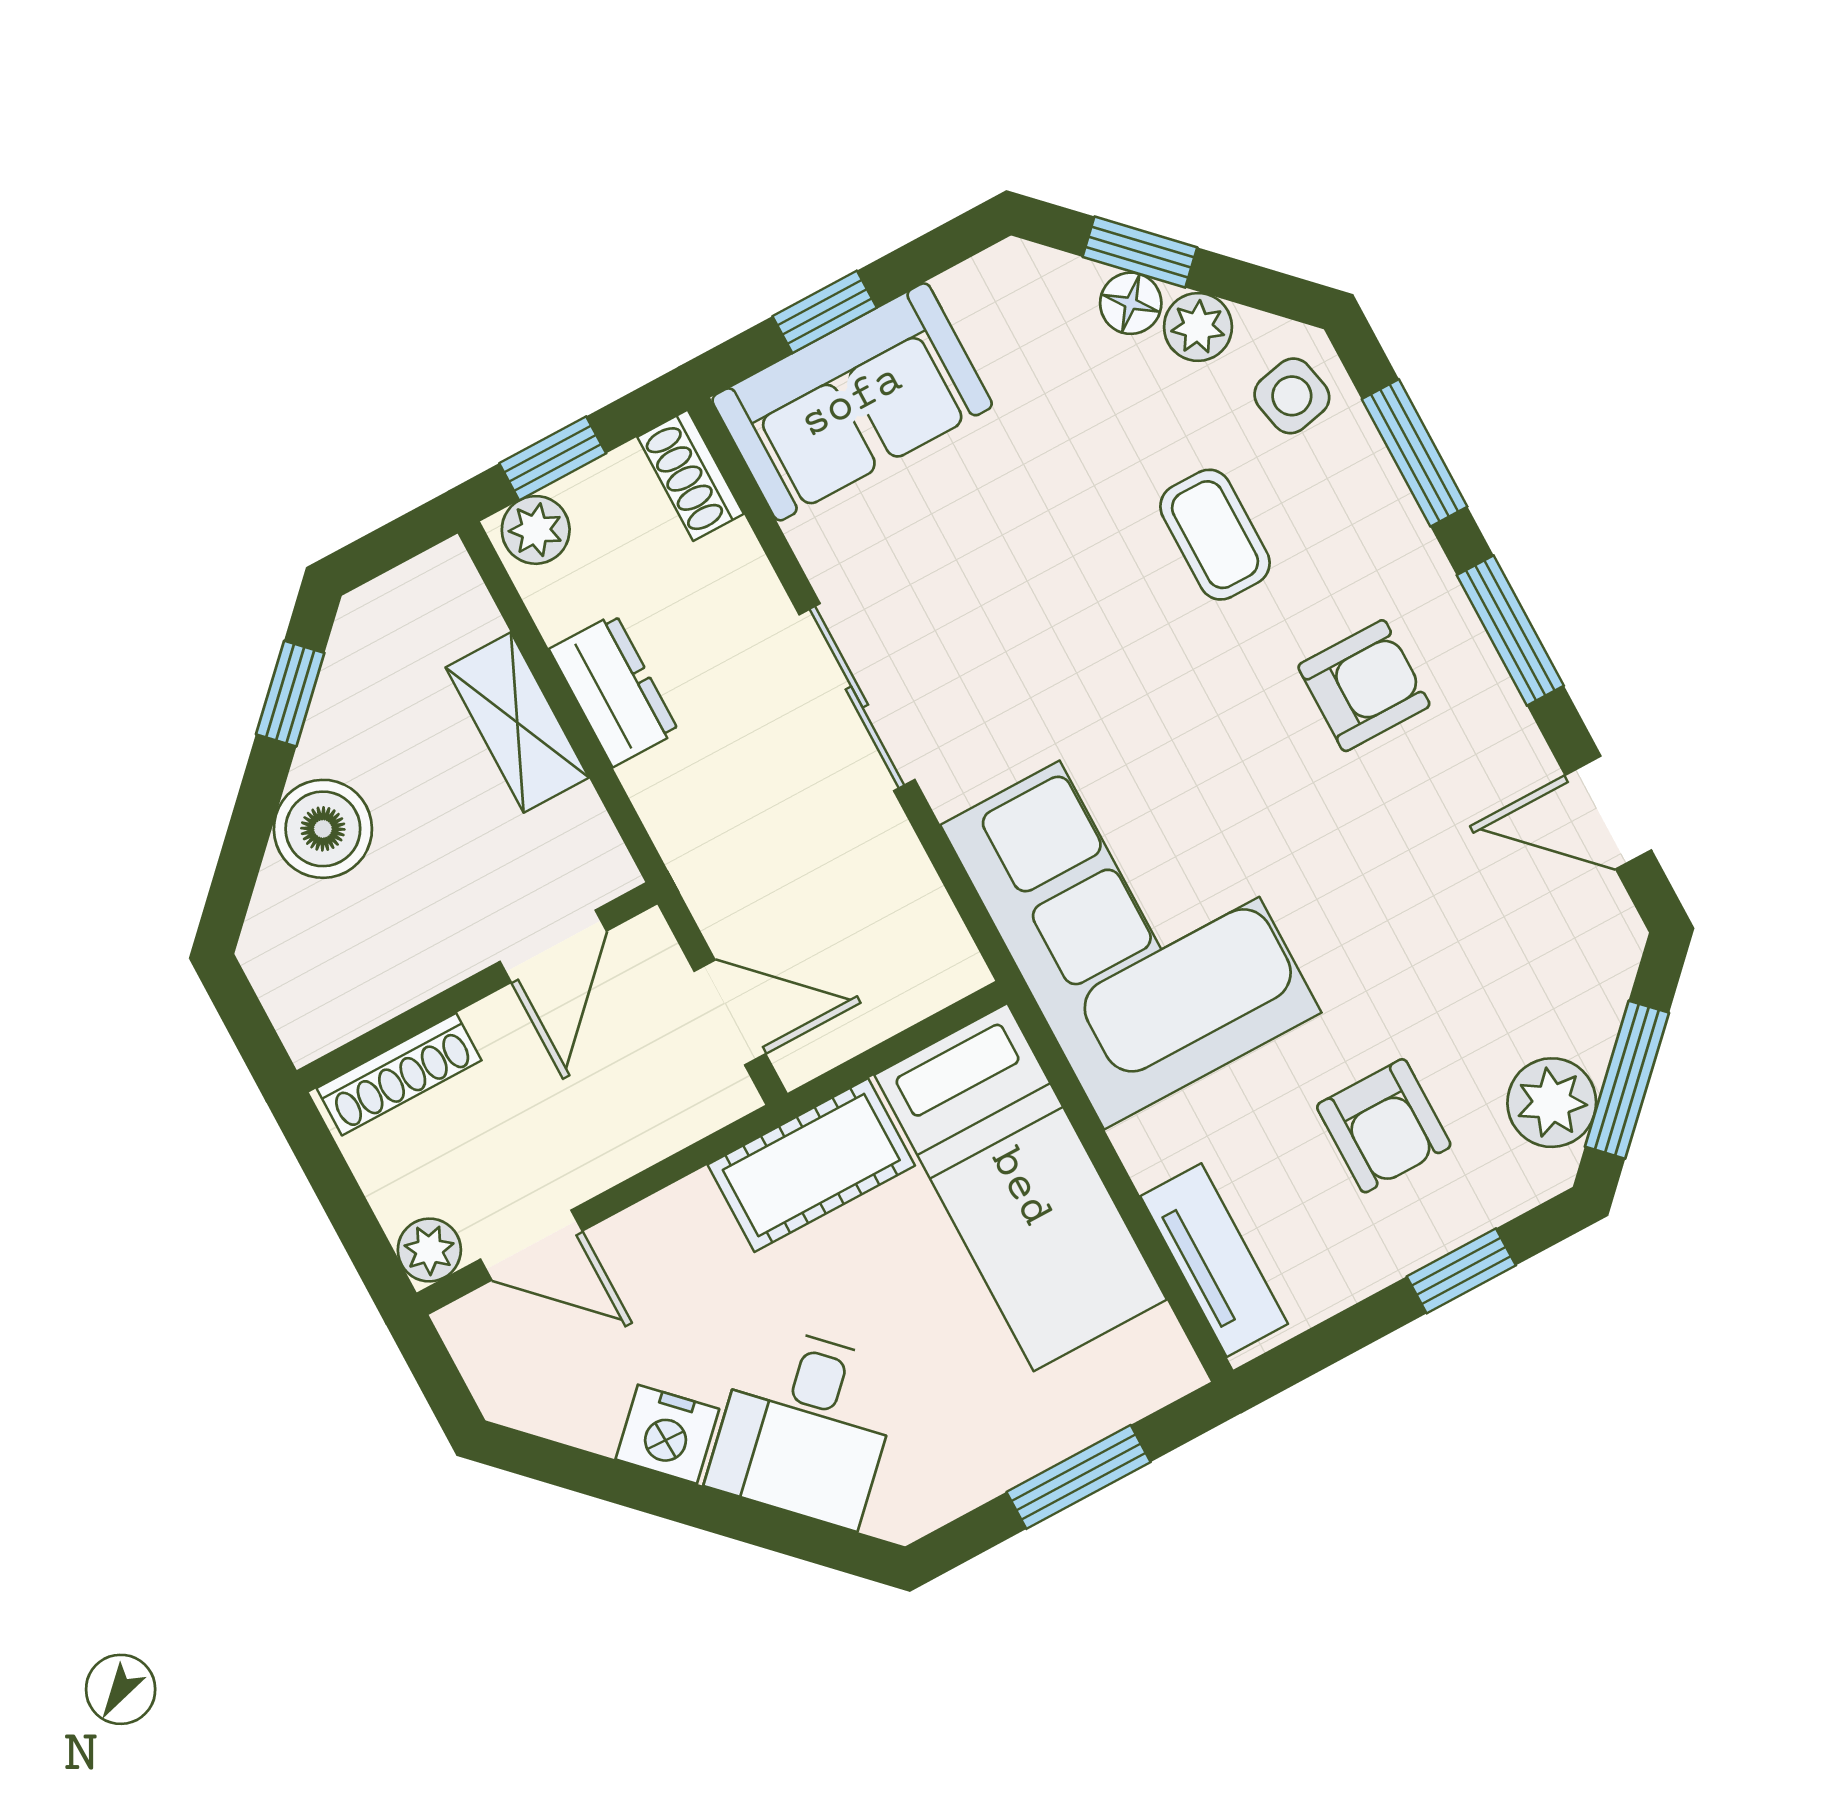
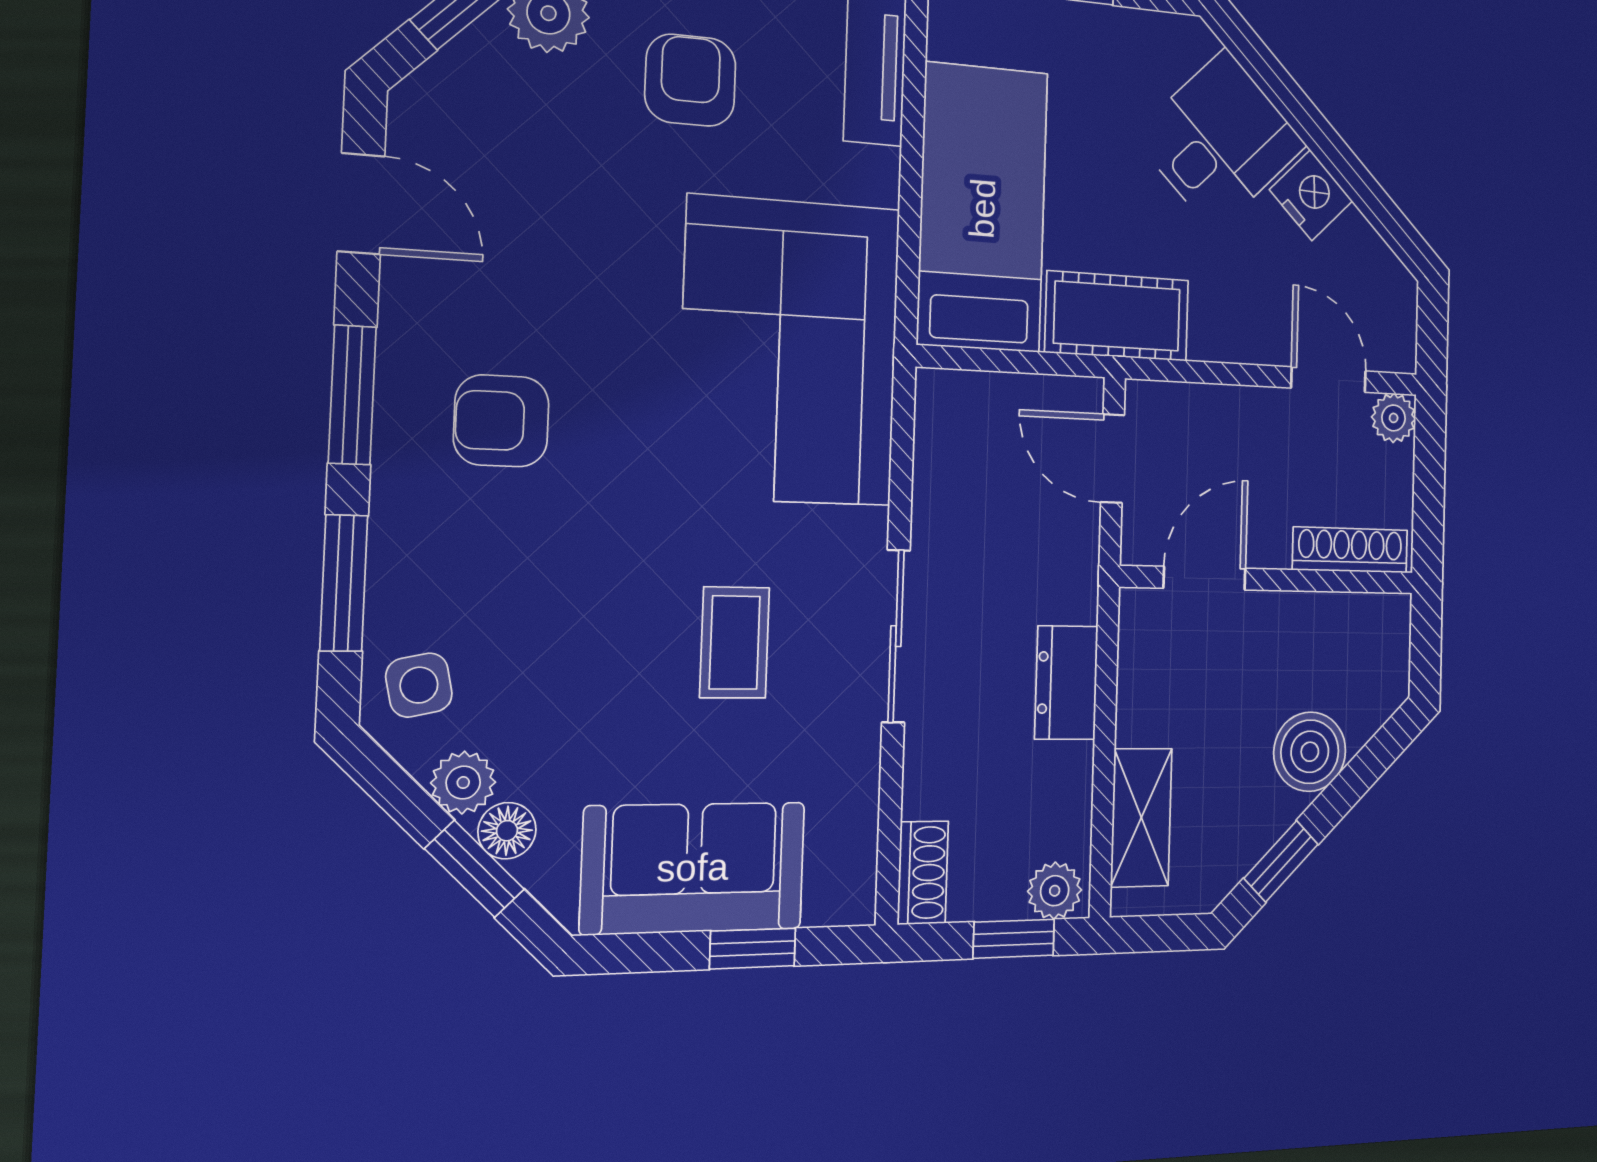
sofa: (852, 402) -> (693, 868), moved
coffee table: (1215, 535) -> (735, 642), moved
dresser: (614, 690) -> (1066, 683), moved
shelving: (517, 722) -> (1141, 818), moved

